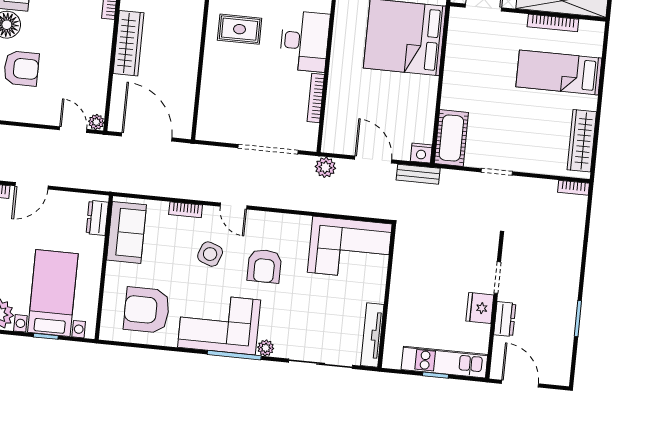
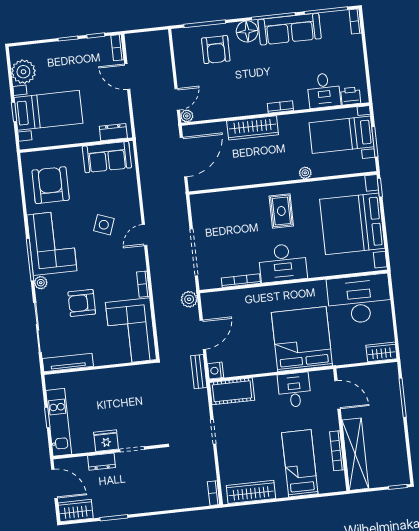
desk: (466, 60) -> (294, 390), added
bookcase: (186, 210) -> (143, 284), moved
armchair: (264, 266) -> (82, 303), moved
wardrobe: (559, 364) -> (76, 511), added
door: (520, 384) -> (54, 484), hinge flipped

